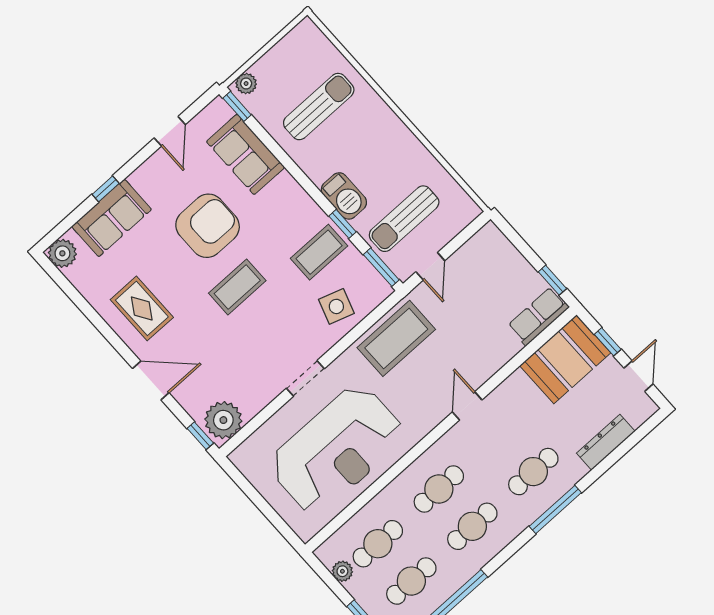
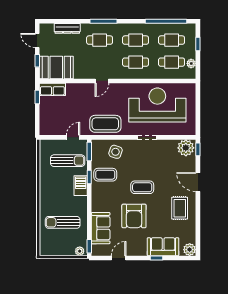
armchair: (208, 226) -> (134, 216), turned -90
door: (638, 376) -> (37, 40), hinge flipped

